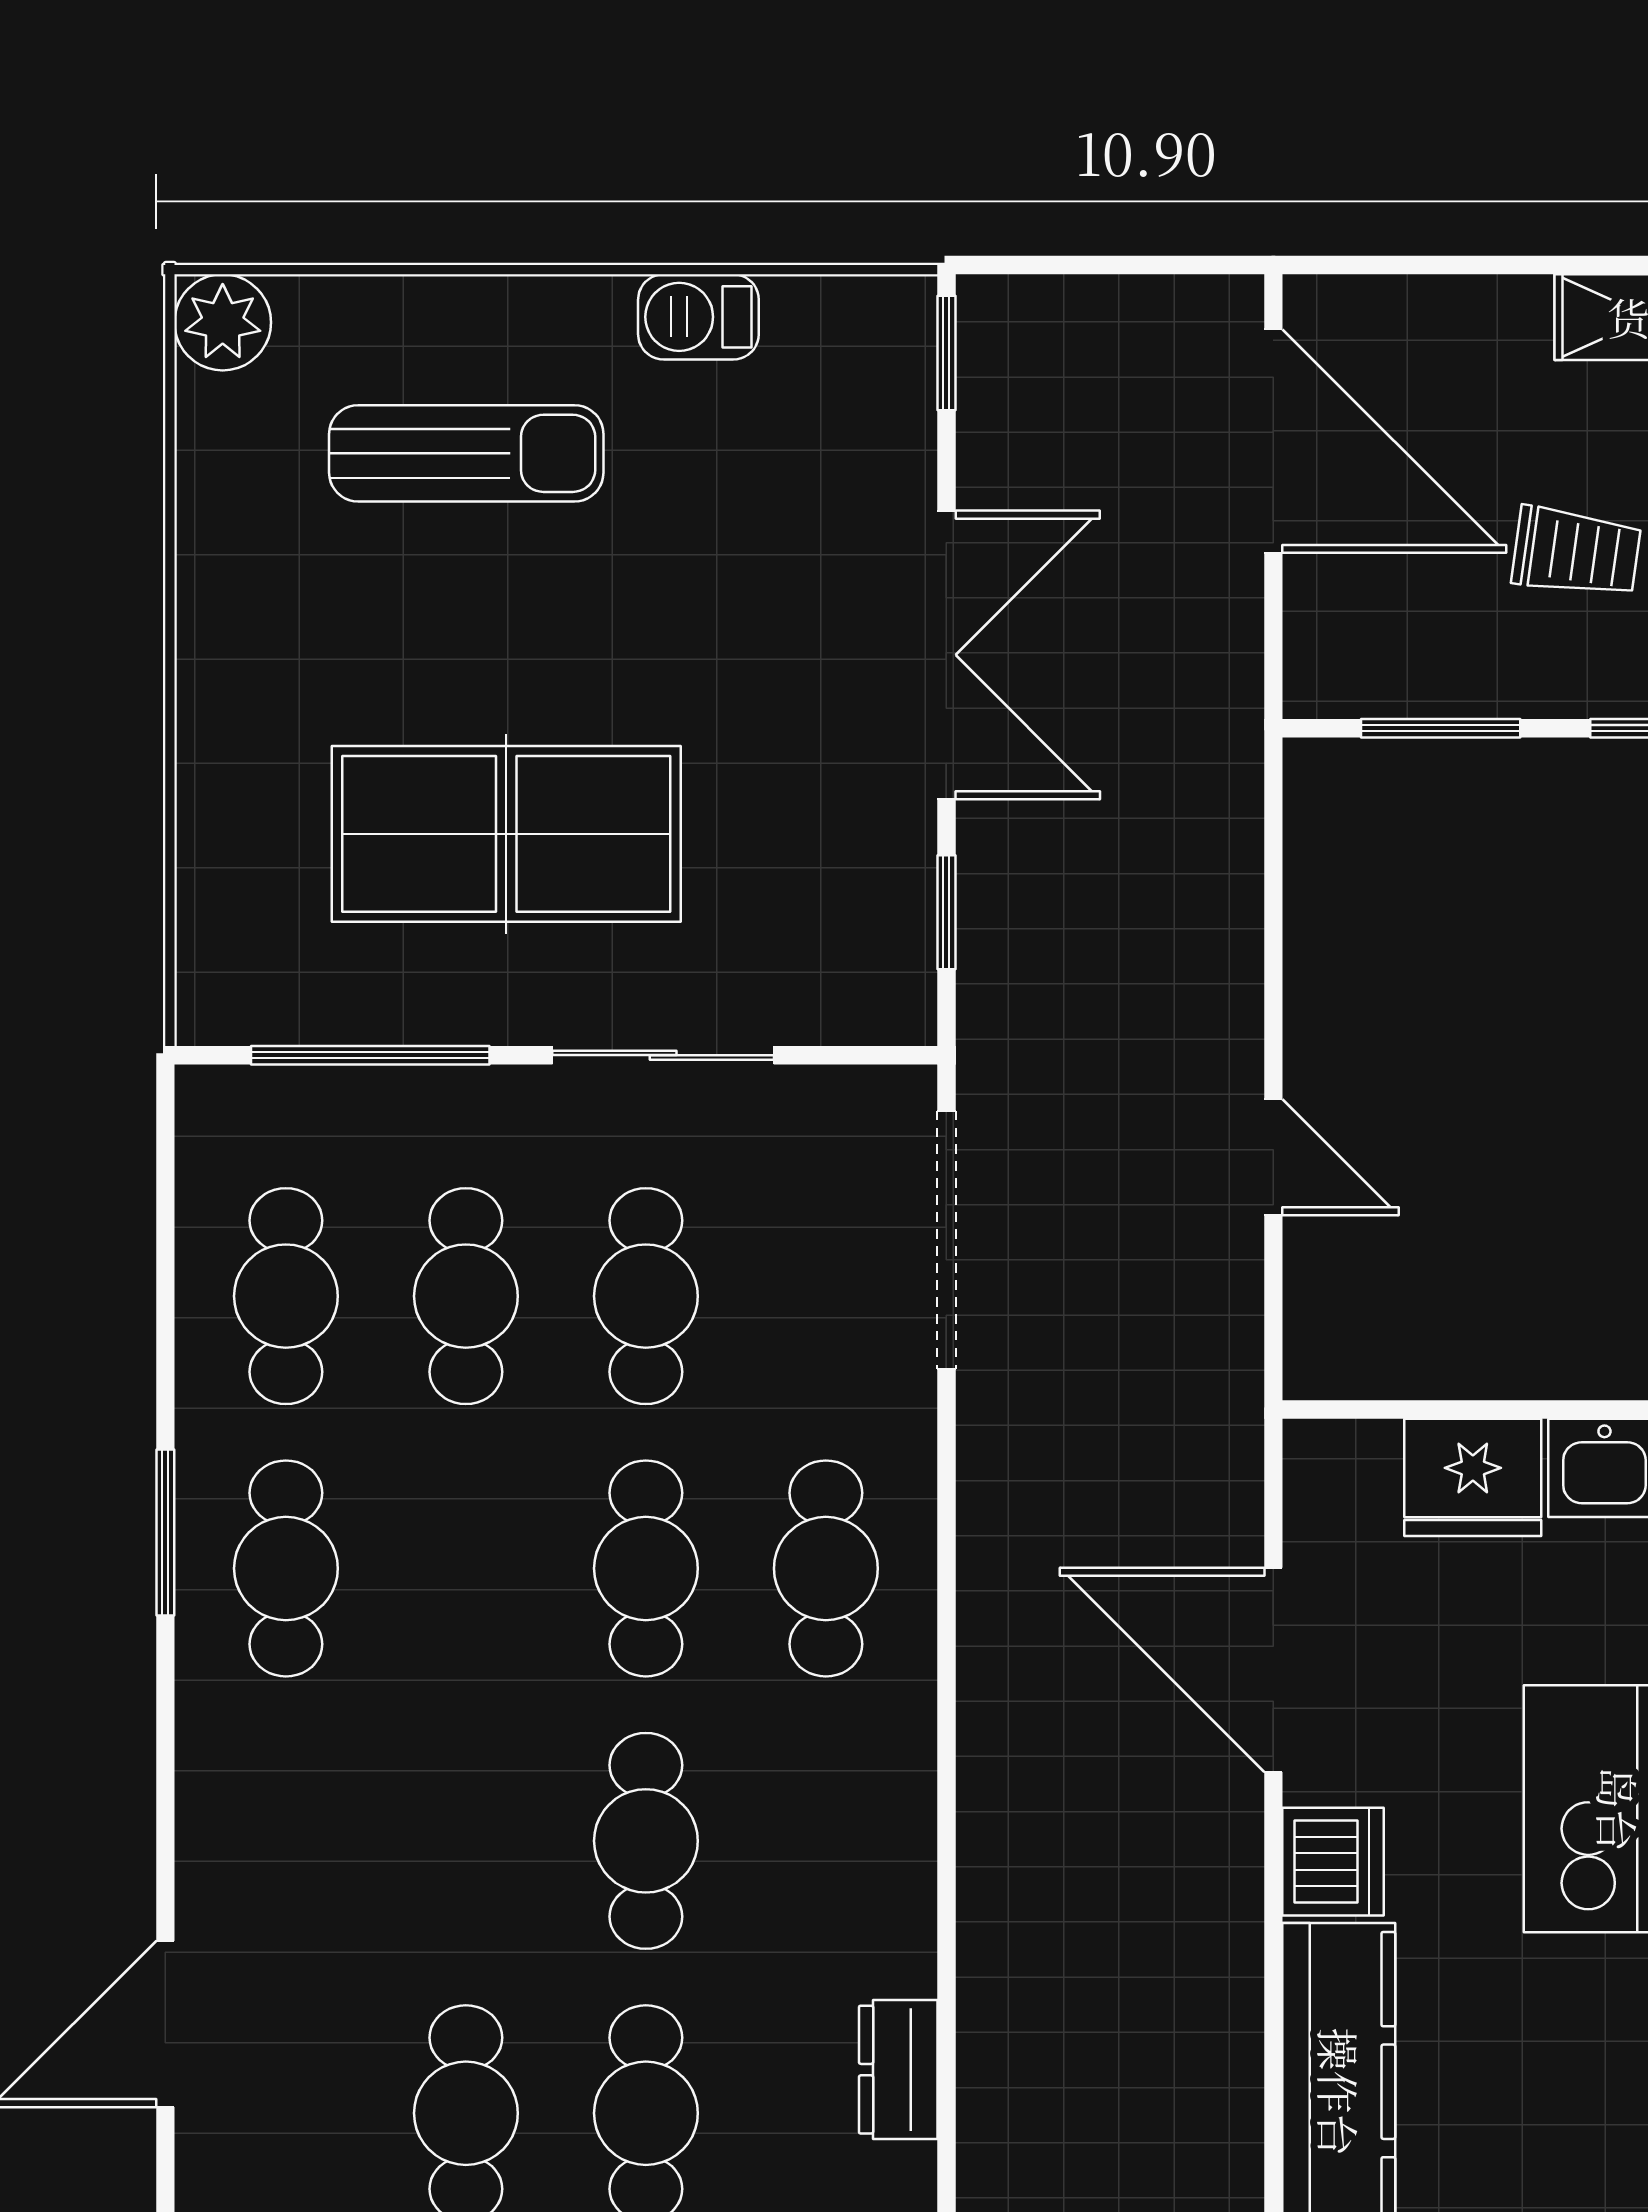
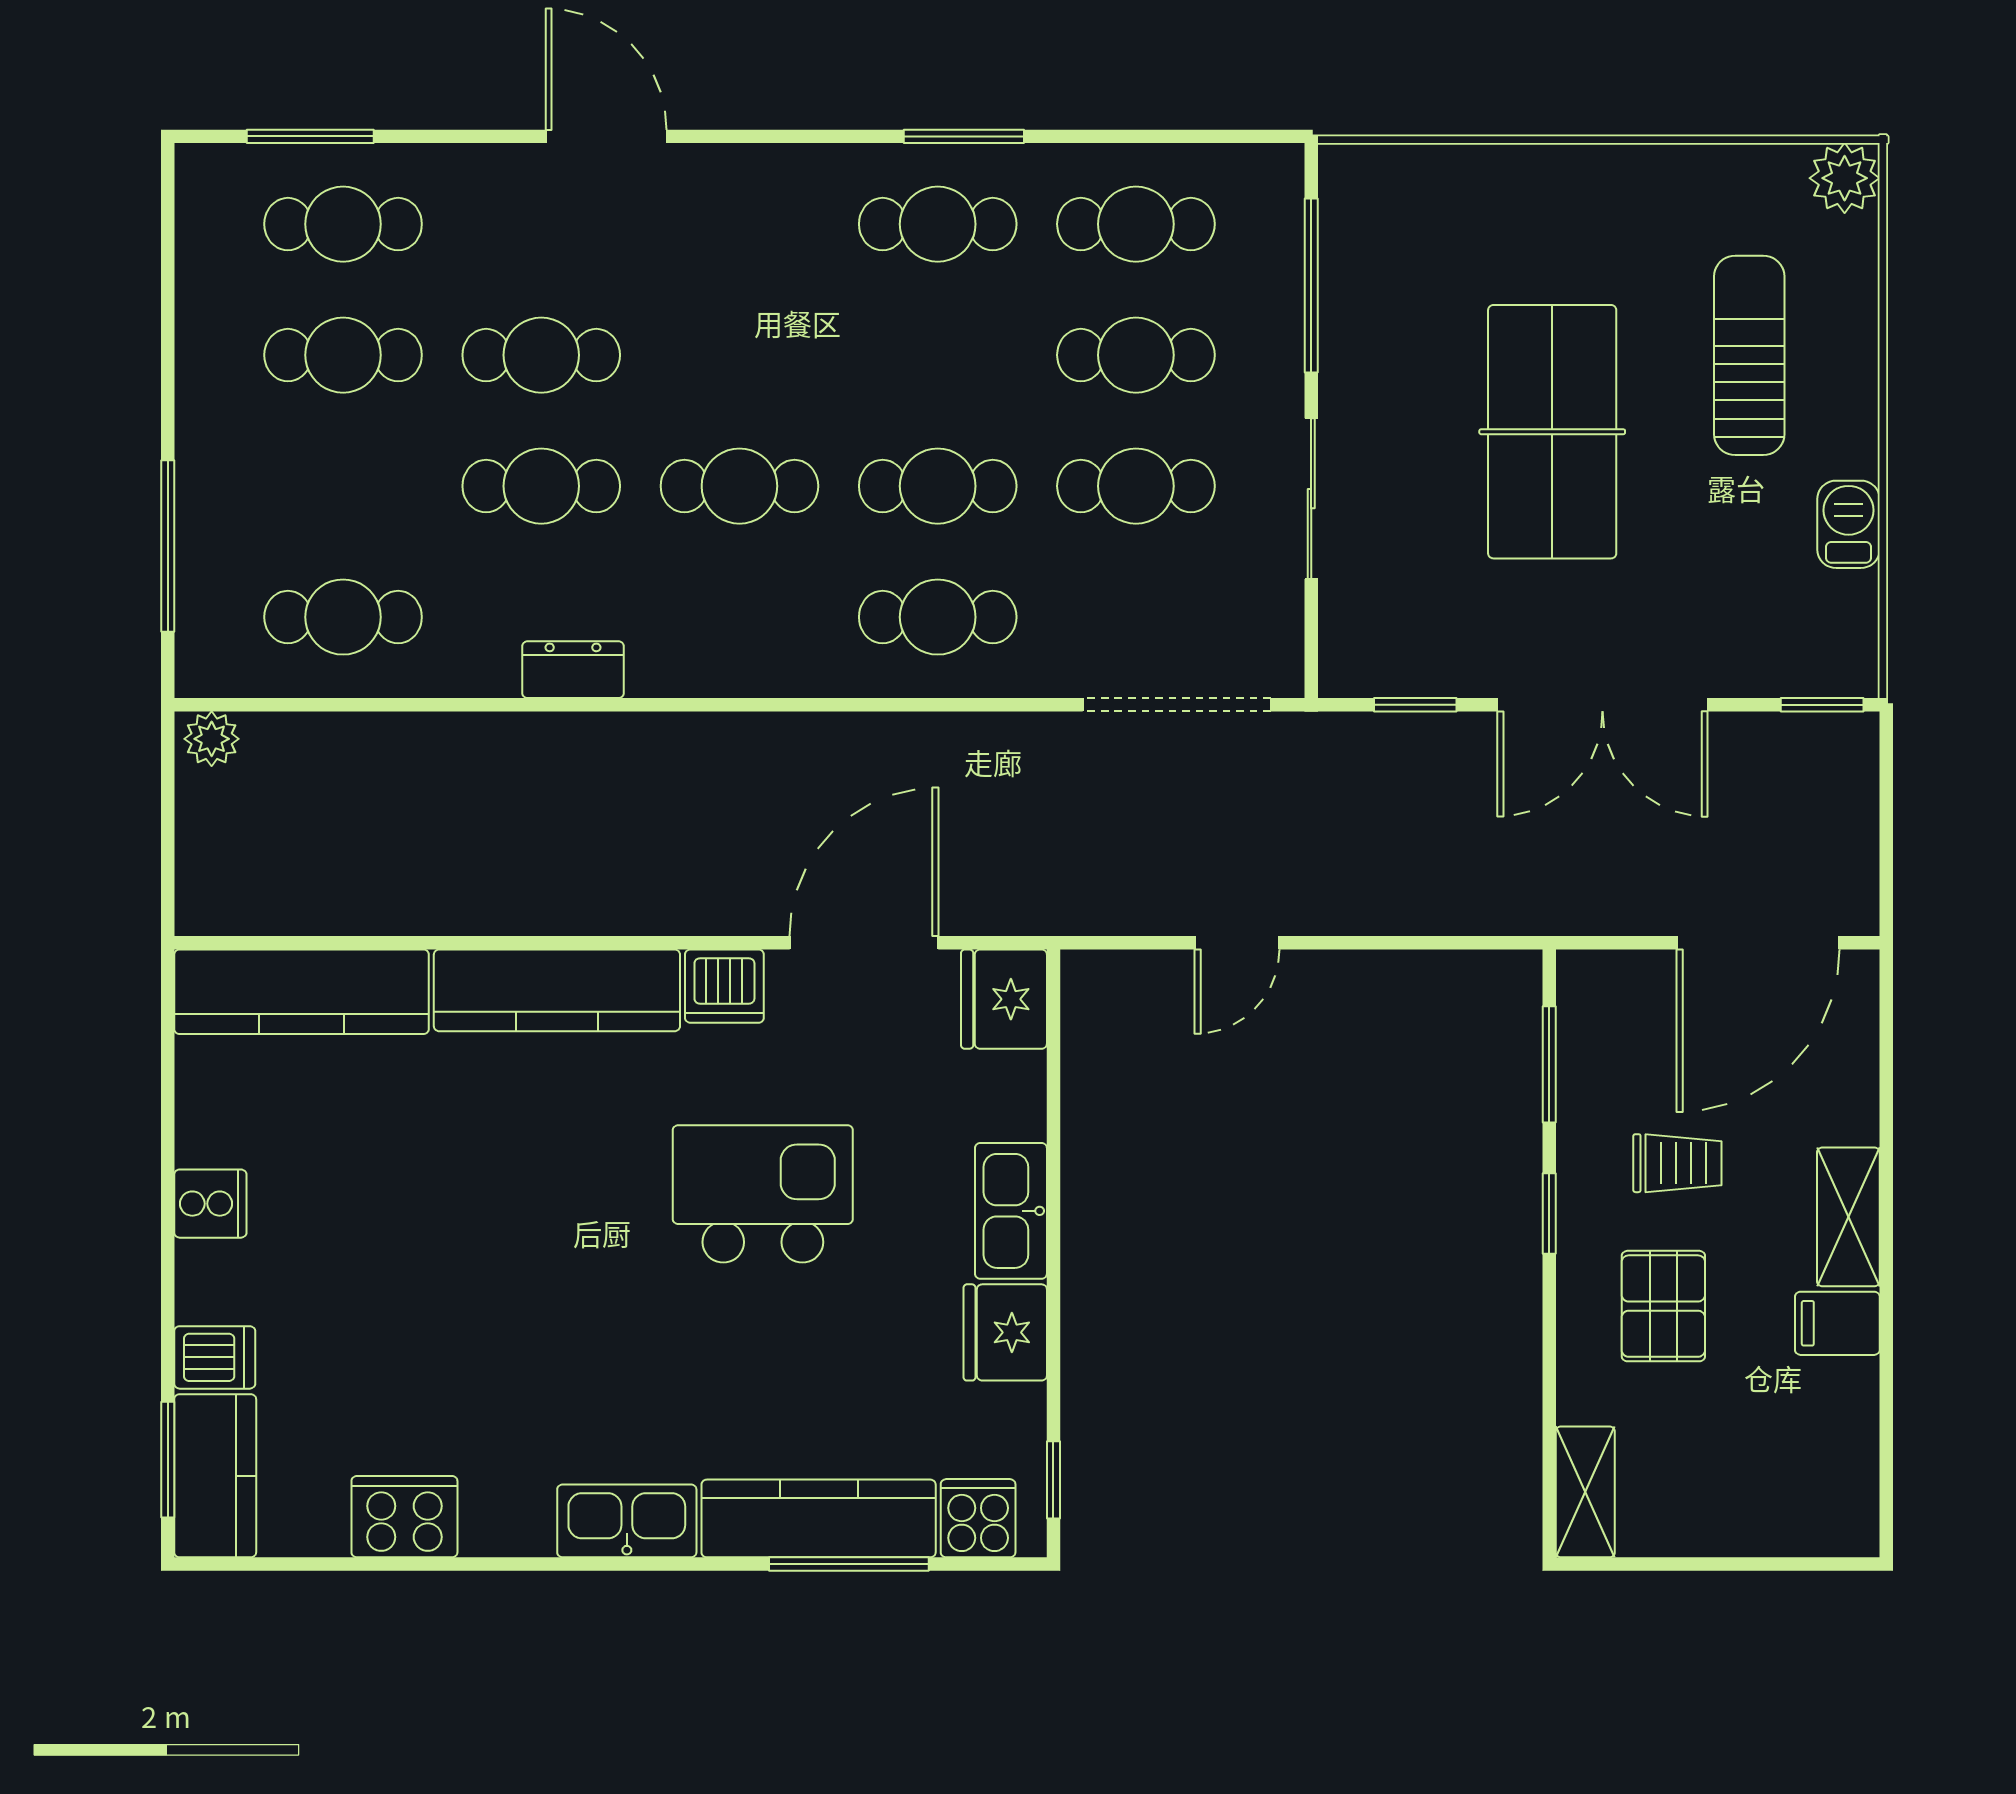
sun lounger: (466, 453) -> (1749, 355), turned 180
trolley: (1576, 552) -> (1677, 1163), turned -98
table tennis table: (506, 834) -> (1552, 432), moved
fridge: (1473, 1477) -> (1004, 999), moved

